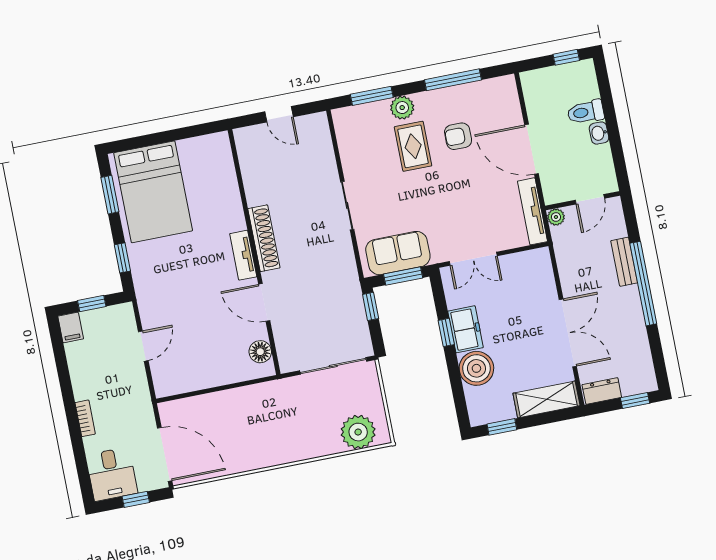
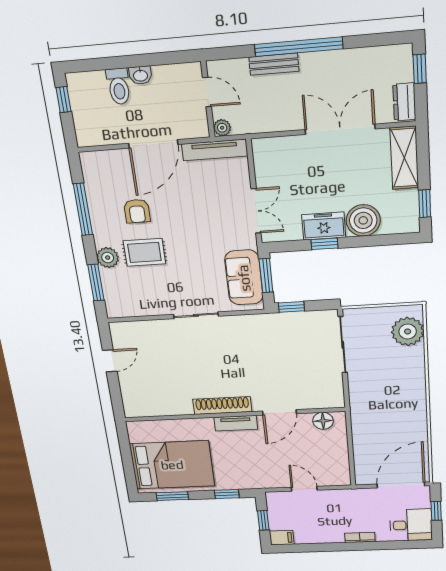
shoe rack: (264, 238) -> (222, 406), moved
wall: (254, 252) -> (234, 415), moved
tv unit: (243, 255) -> (236, 423), moved
door: (264, 302) -> (279, 412), moved
floor lamp: (260, 352) -> (323, 421), moved

